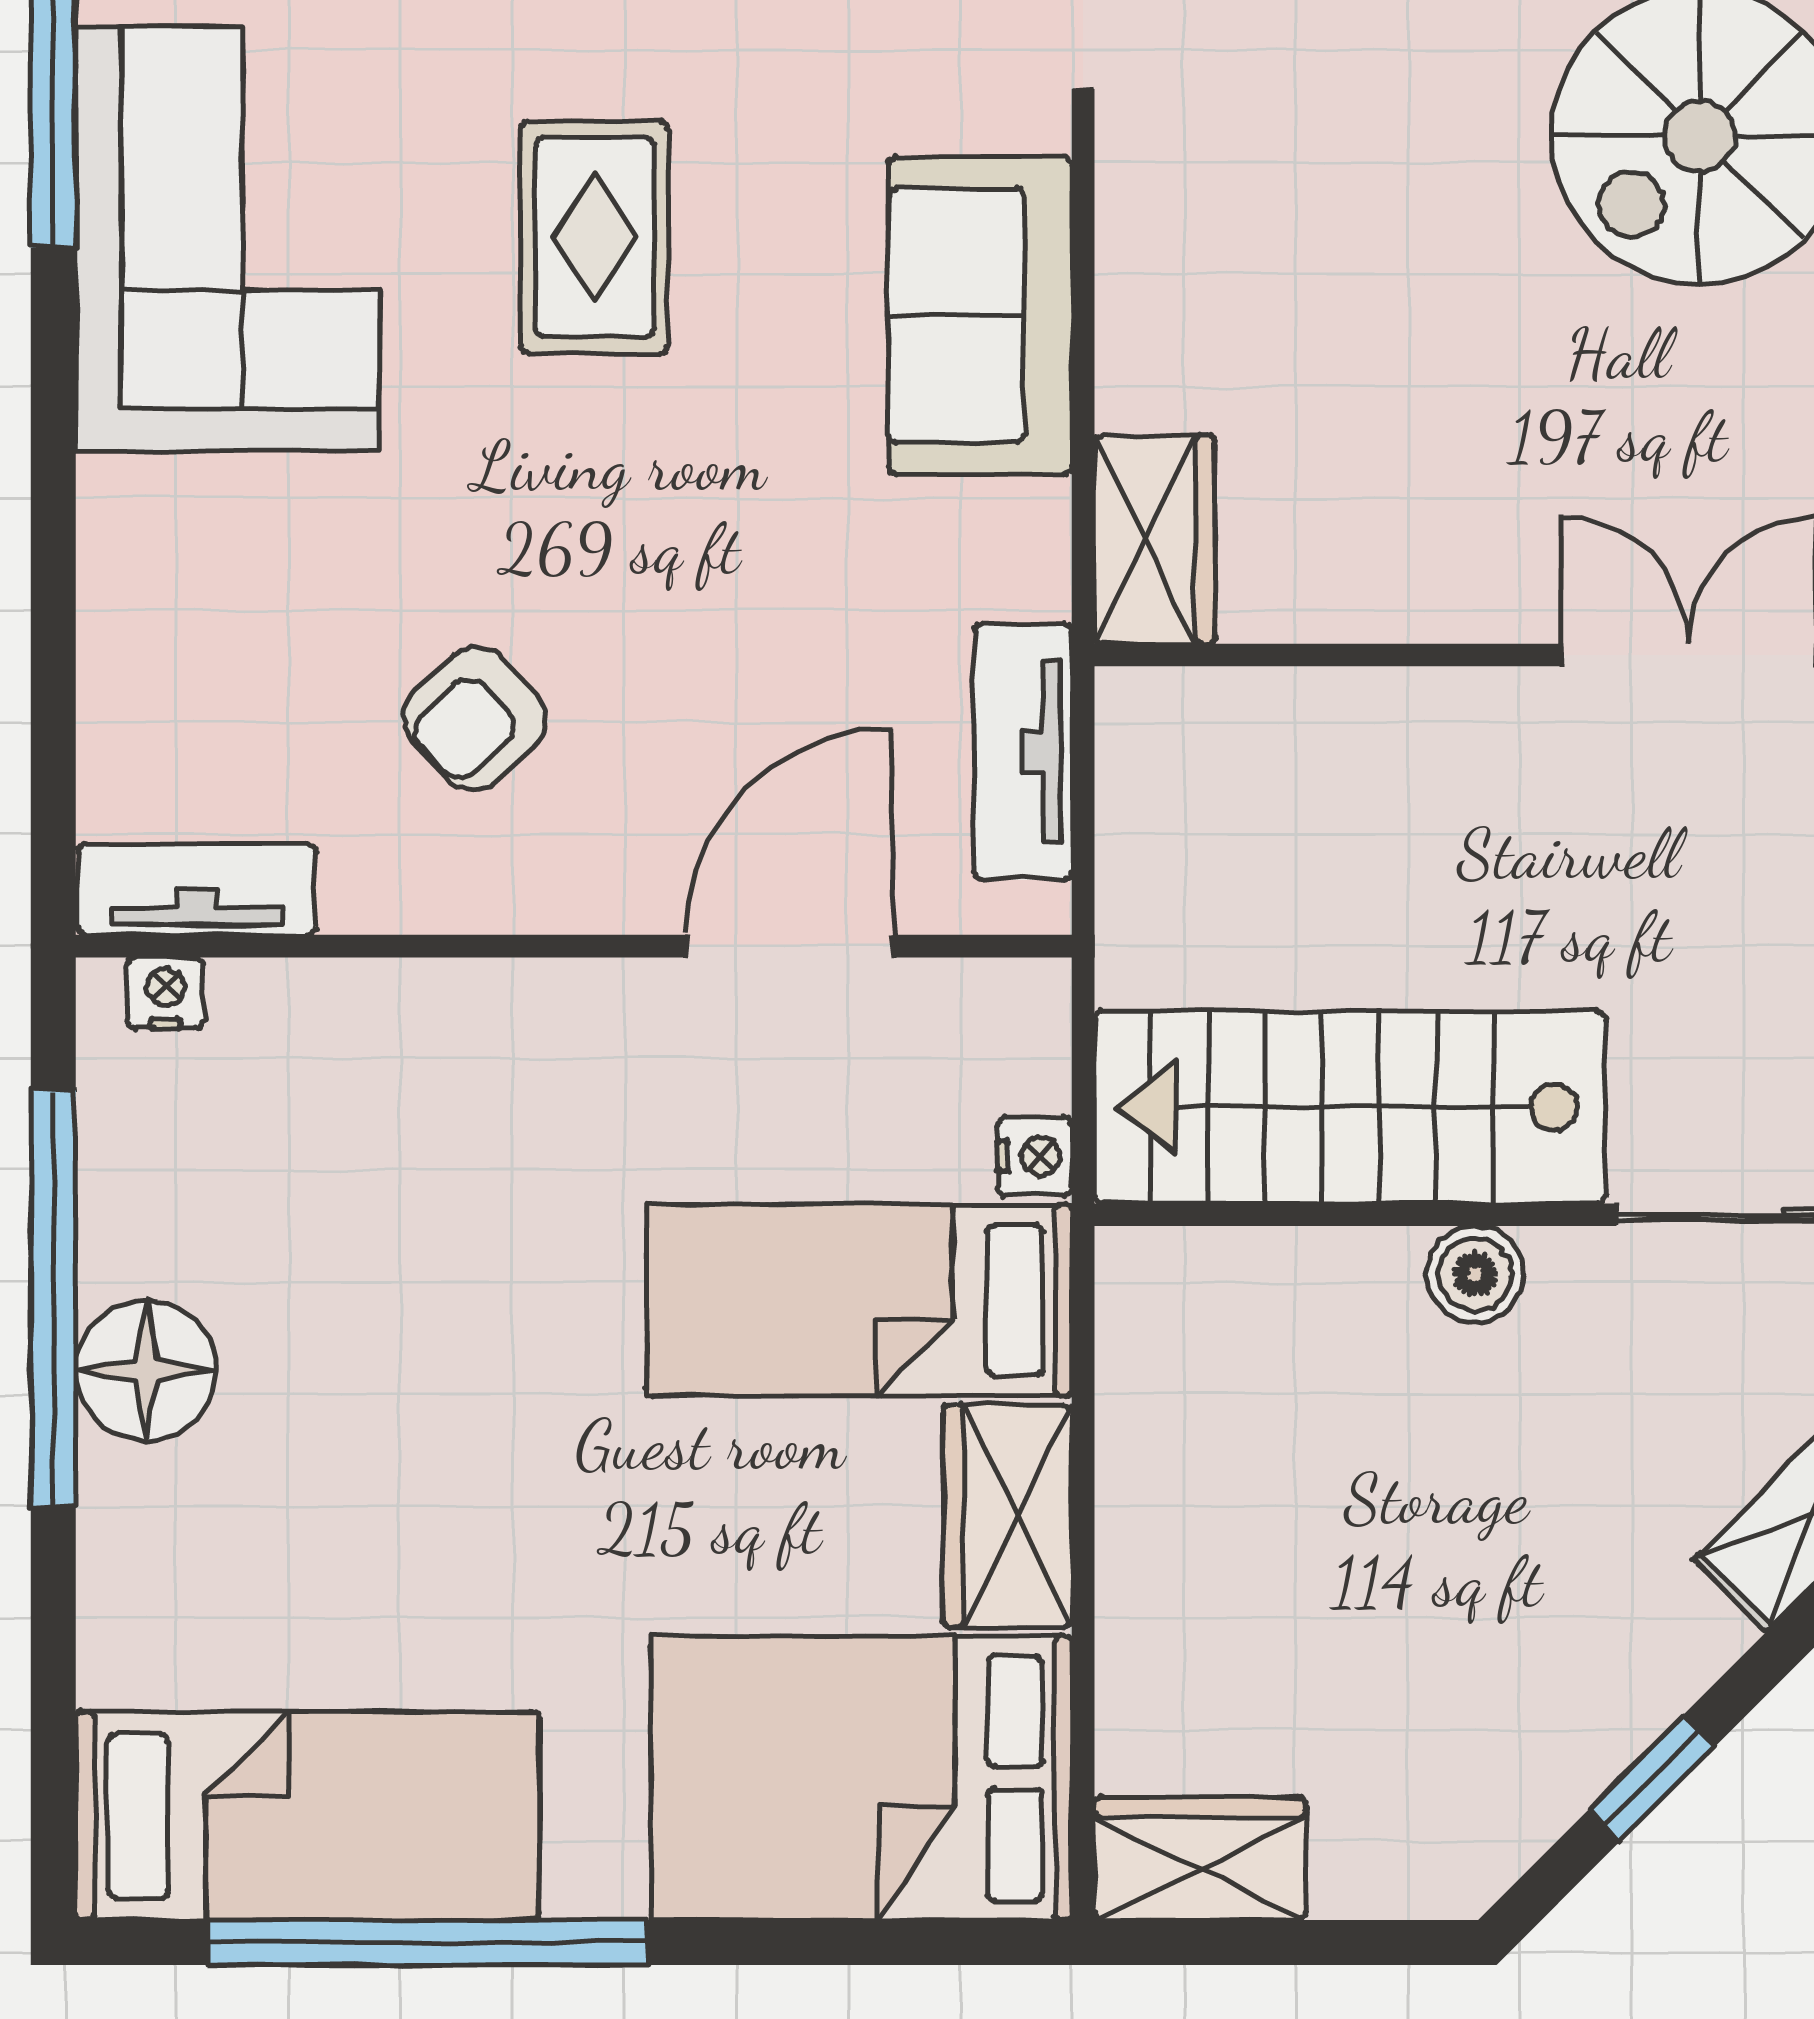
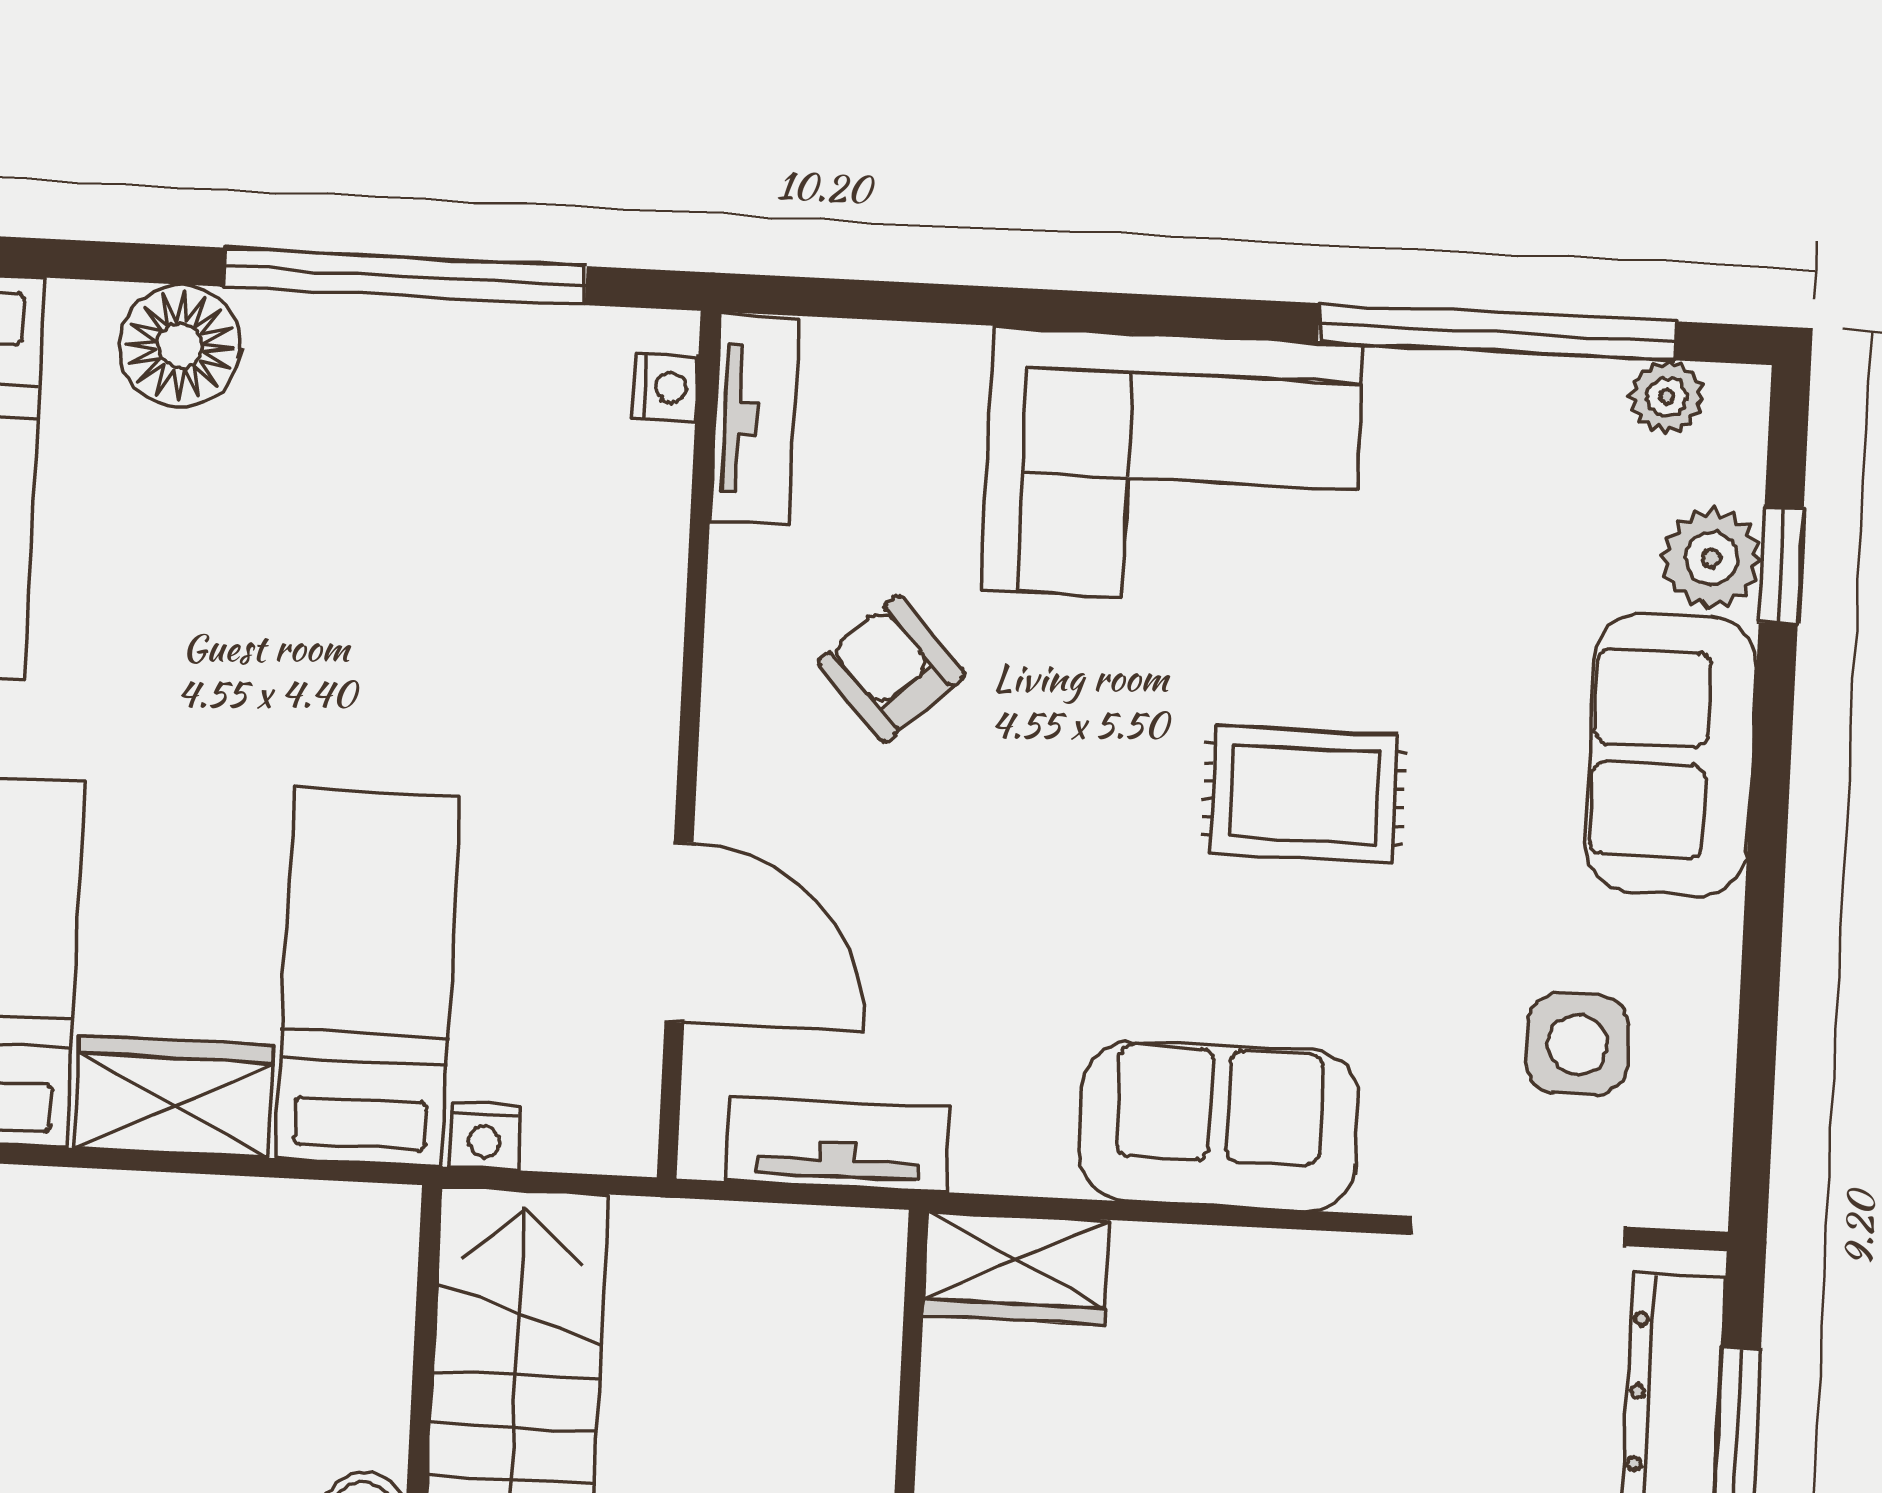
corner sofa: (227, 239) -> (1172, 467), moved
floor lamp: (146, 1370) -> (180, 346), moved

